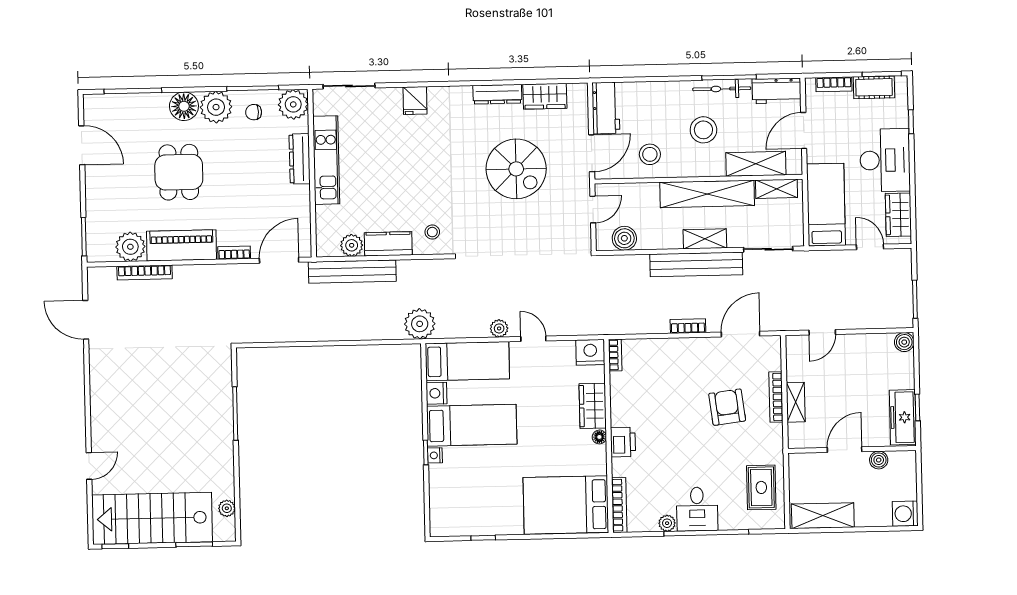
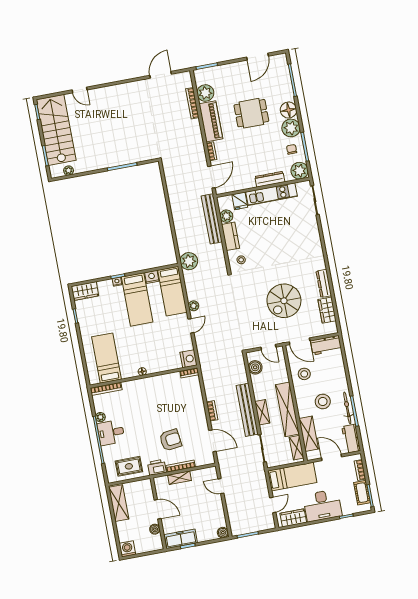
fridge: (415, 101) -> (240, 201), moved, turned -90
door: (279, 260) -> (211, 177), hinge flipped
wardrobe: (593, 406) -> (85, 291), moved, turned 180
printer: (623, 442) -> (157, 467), moved, turned 180
bed: (566, 505) -> (107, 358), width x0.67

